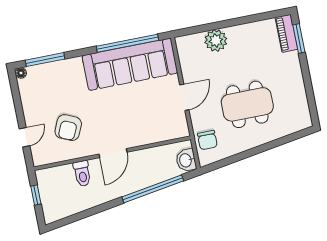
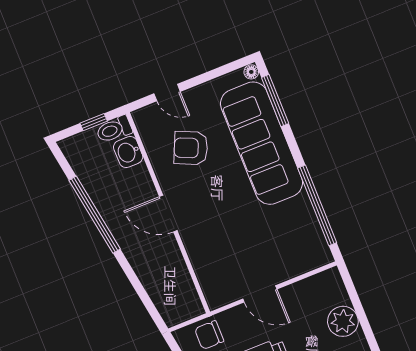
sofa: (130, 64) -> (262, 143), moved
washbasin: (186, 160) -> (128, 152), moved, turned -90
toilet: (82, 174) -> (114, 129), moved
window: (153, 189) -> (95, 215), moved

